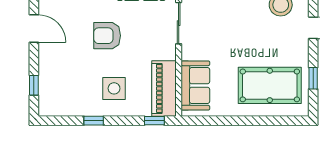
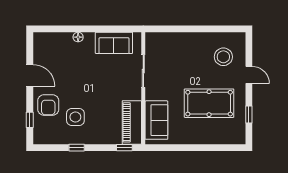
armchair: (107, 36) -> (48, 105), moved, turned -90
pool table: (270, 85) -> (209, 103), moved
side table: (114, 88) -> (75, 117), moved

